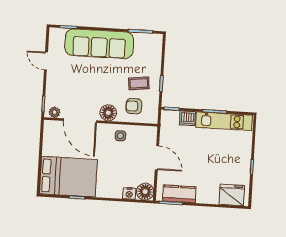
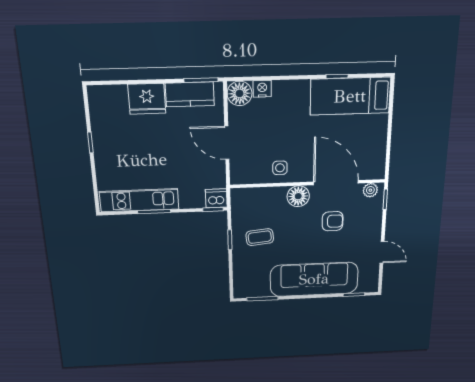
armchair: (134, 106) -> (333, 221), moved
dishwasher: (187, 118) -> (216, 198), moved
bed: (68, 177) -> (350, 96), width x0.67
fridge: (232, 195) -> (147, 99), moved

